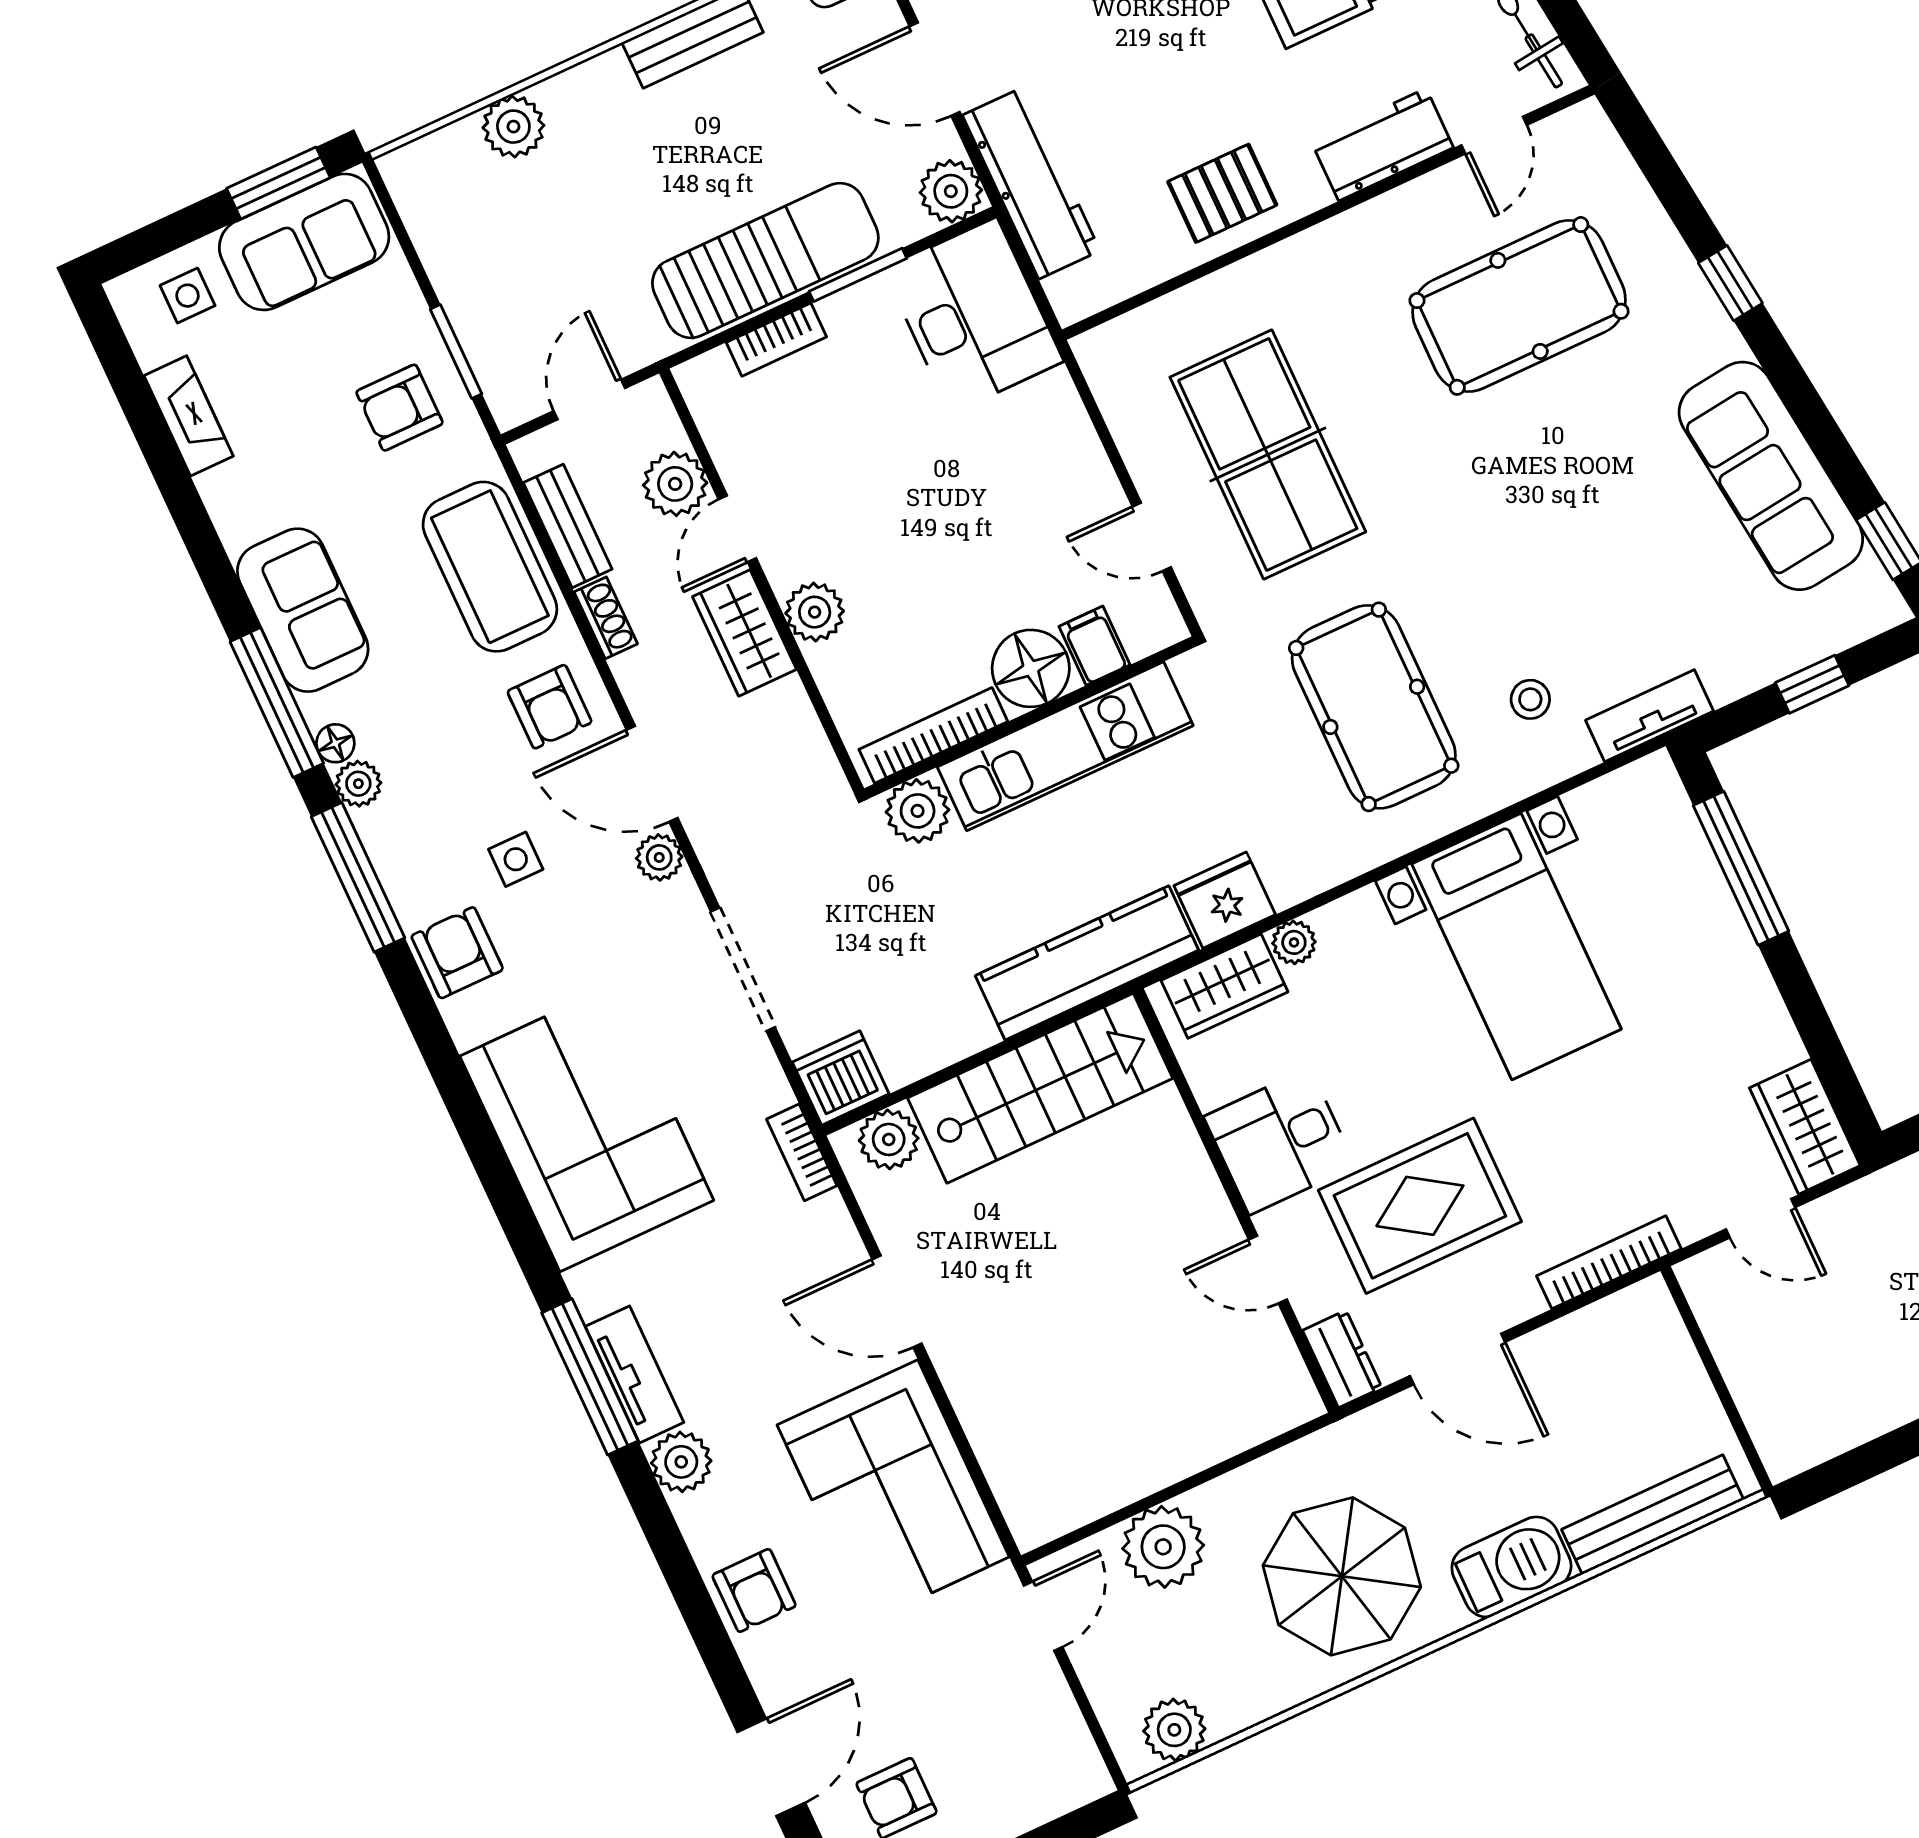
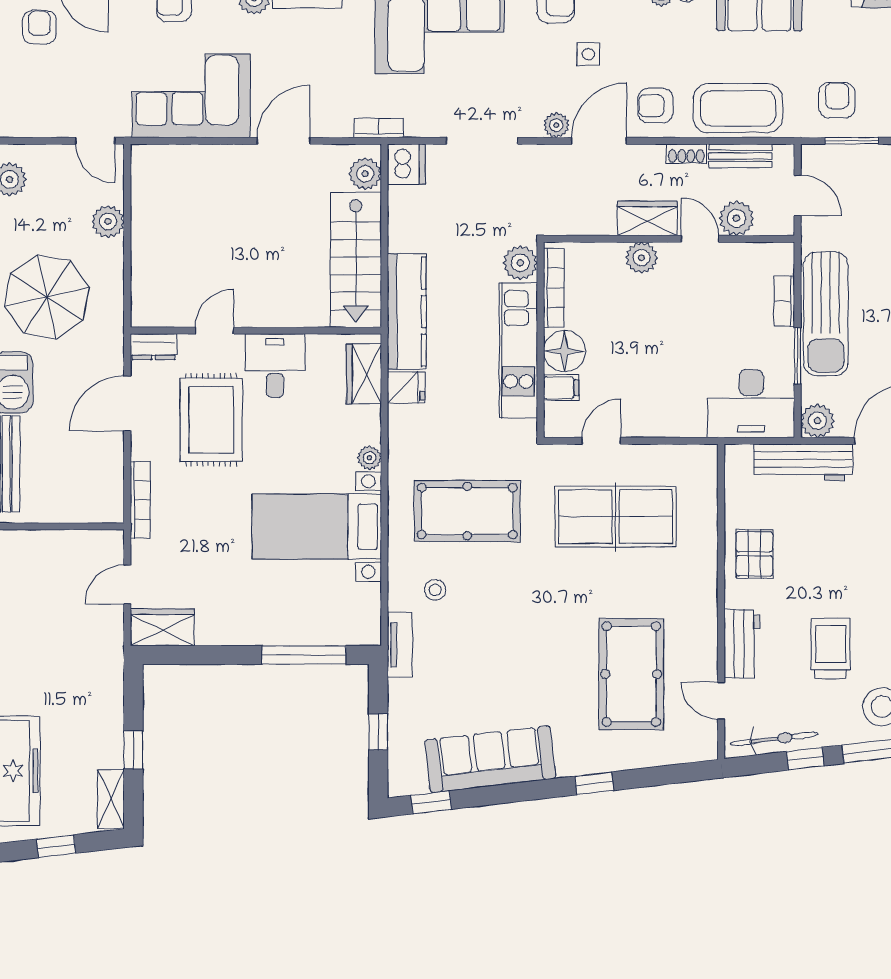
fridge: (1225, 900) -> (406, 388), width x0.72
plant: (1294, 942) -> (370, 458), moved
plant: (1163, 1547) -> (108, 222), width x0.73, depth x0.73

